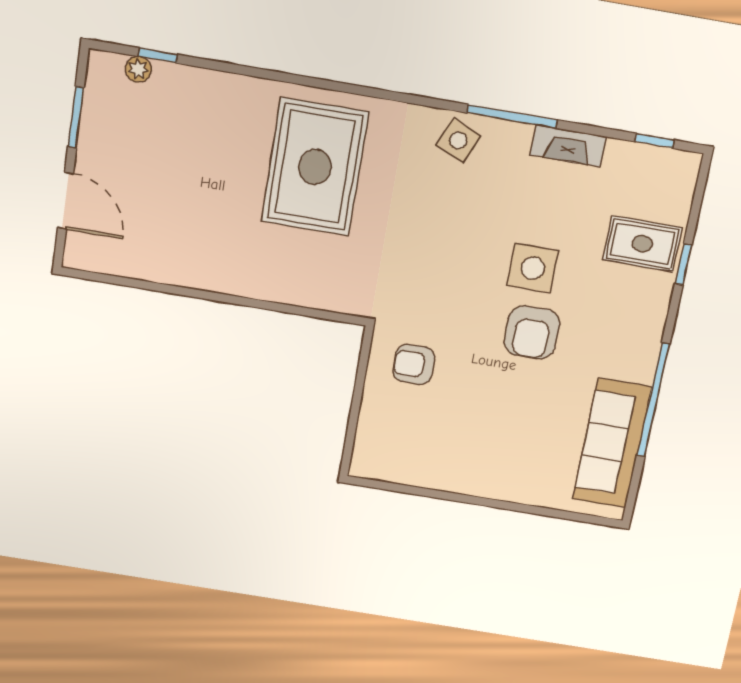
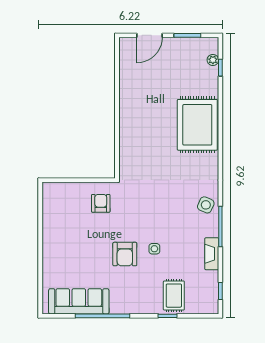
rug: (315, 167) -> (197, 125), moved, turned 90
side table: (533, 268) -> (154, 249), width x0.54, depth x0.54
armchair: (532, 332) -> (125, 254), turned -90

